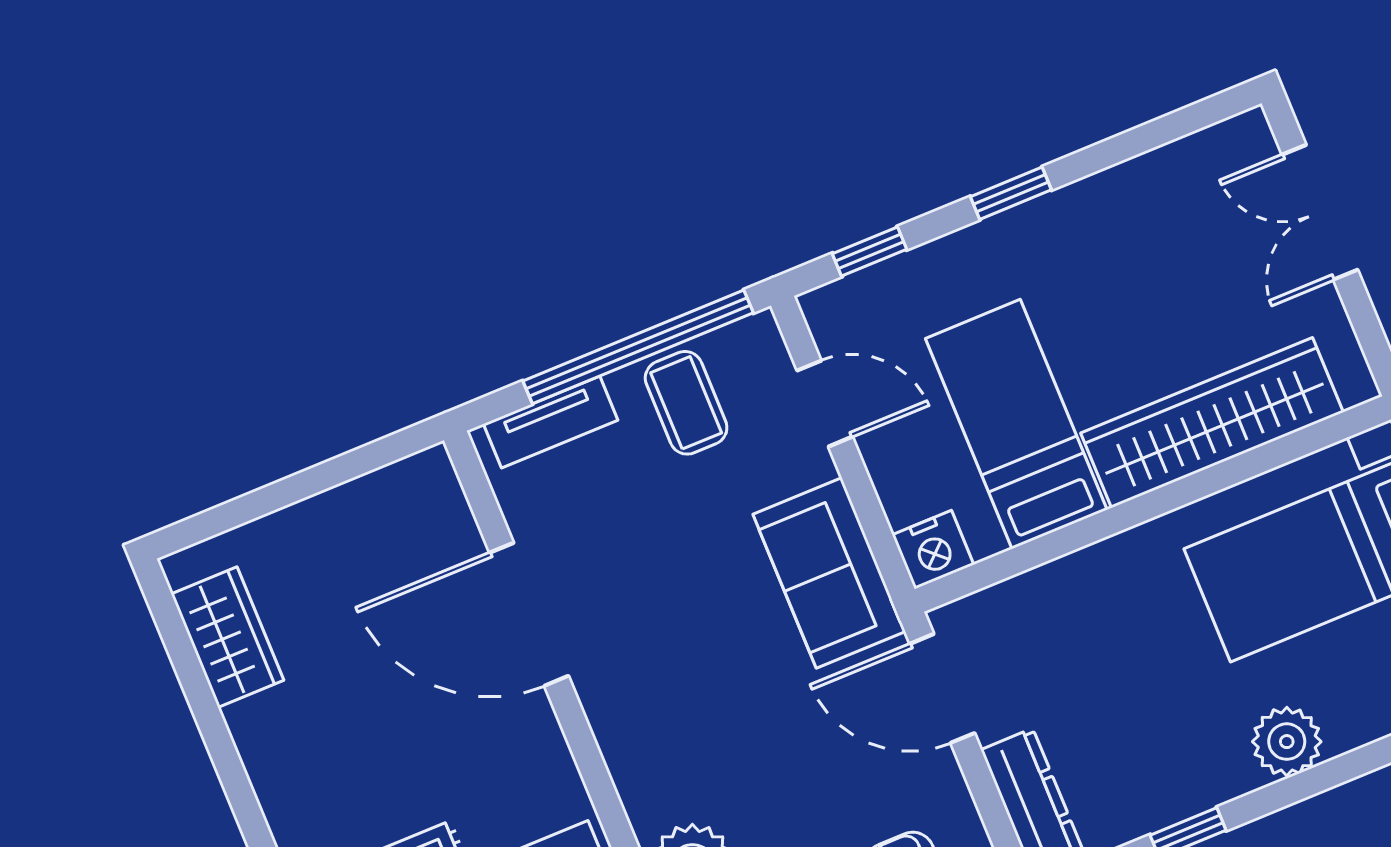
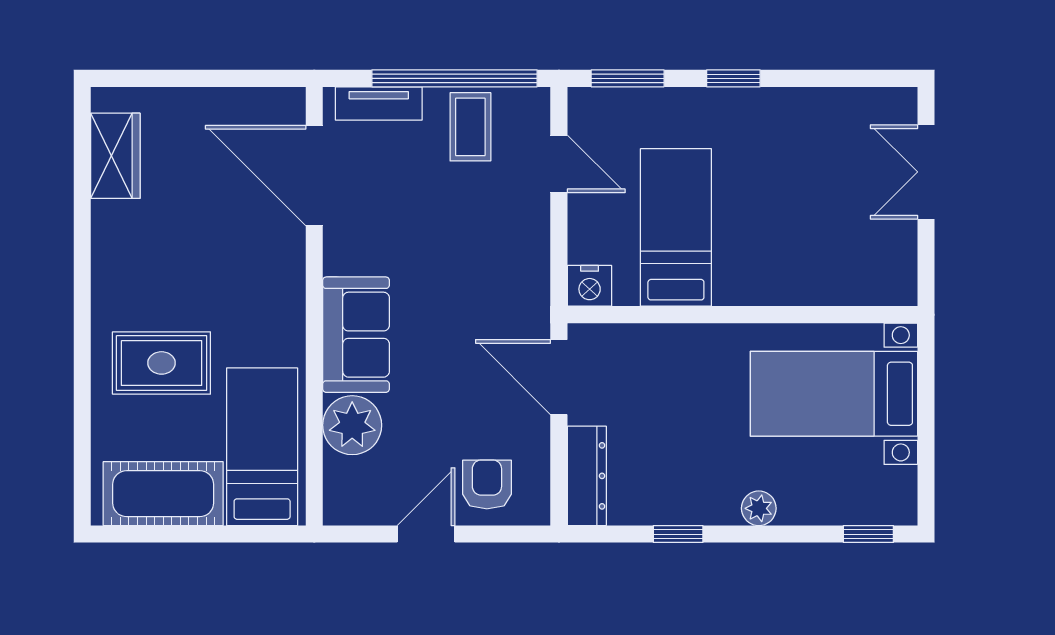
window: (870, 252) -> (628, 78), width x1.50
wardrobe: (1212, 423) -> (802, 278), removed
sofa: (829, 573) -> (356, 335), moved, turned 180
door: (529, 614) -> (314, 176), moved
plant: (1287, 742) -> (759, 508), width x0.73, depth x0.73

